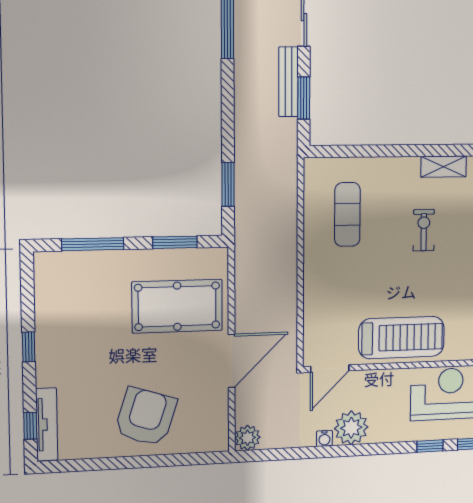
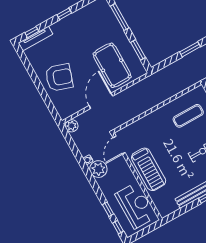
window: (228, 184) -> (190, 49), moved
door: (232, 361) -> (101, 101), swing flipped
door: (330, 369) -> (119, 145), hinge flipped

